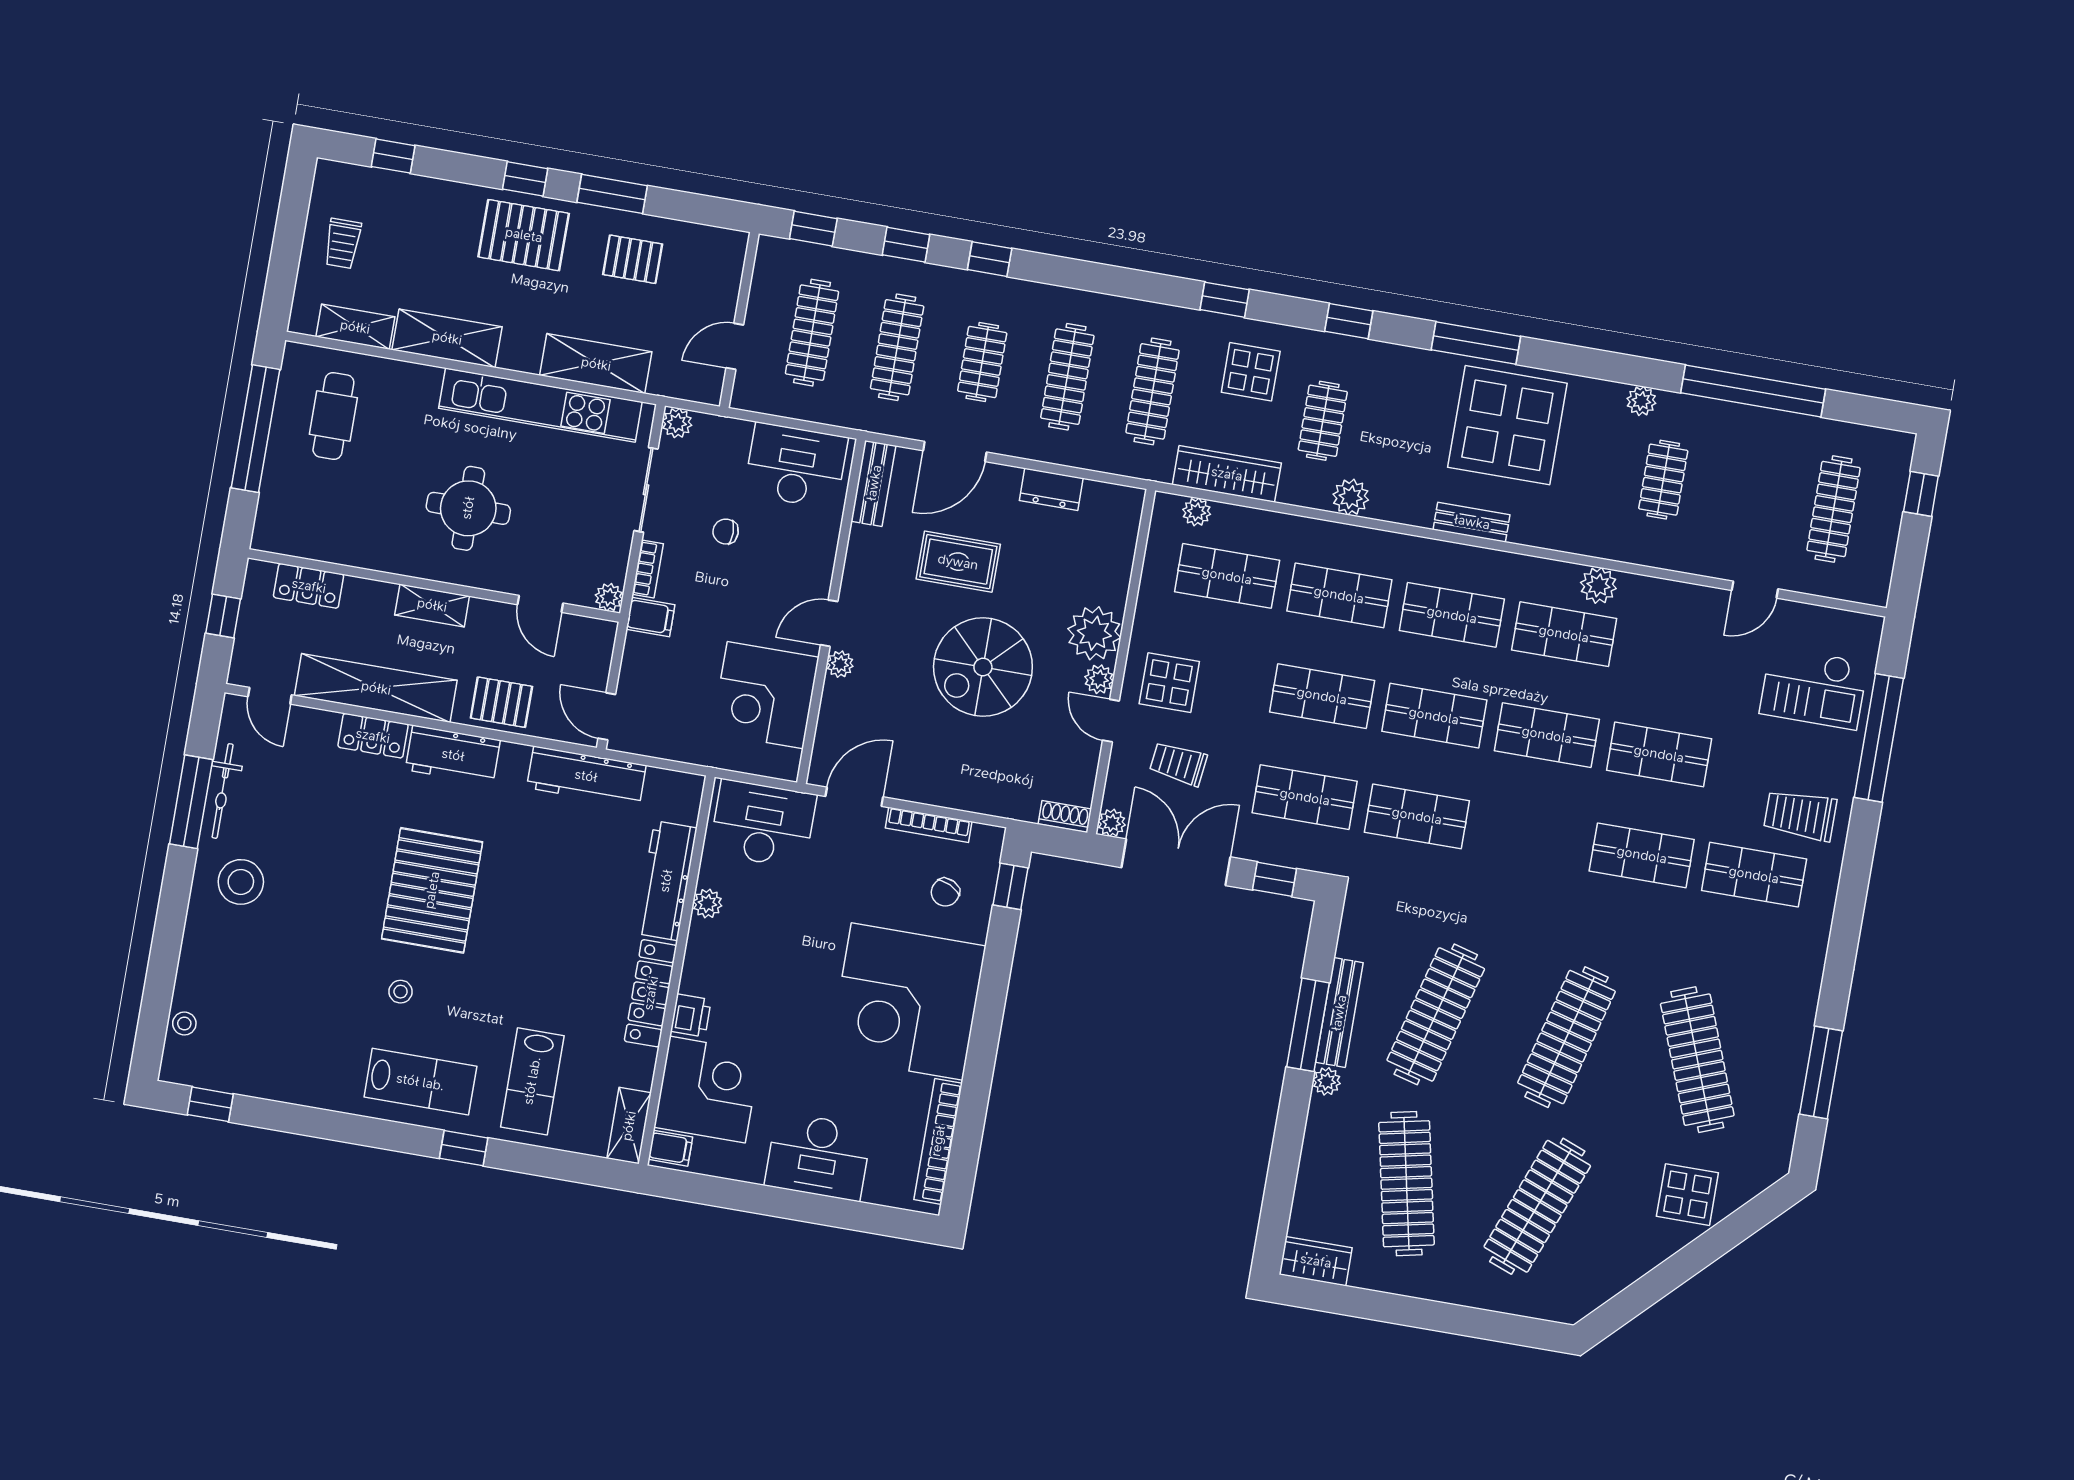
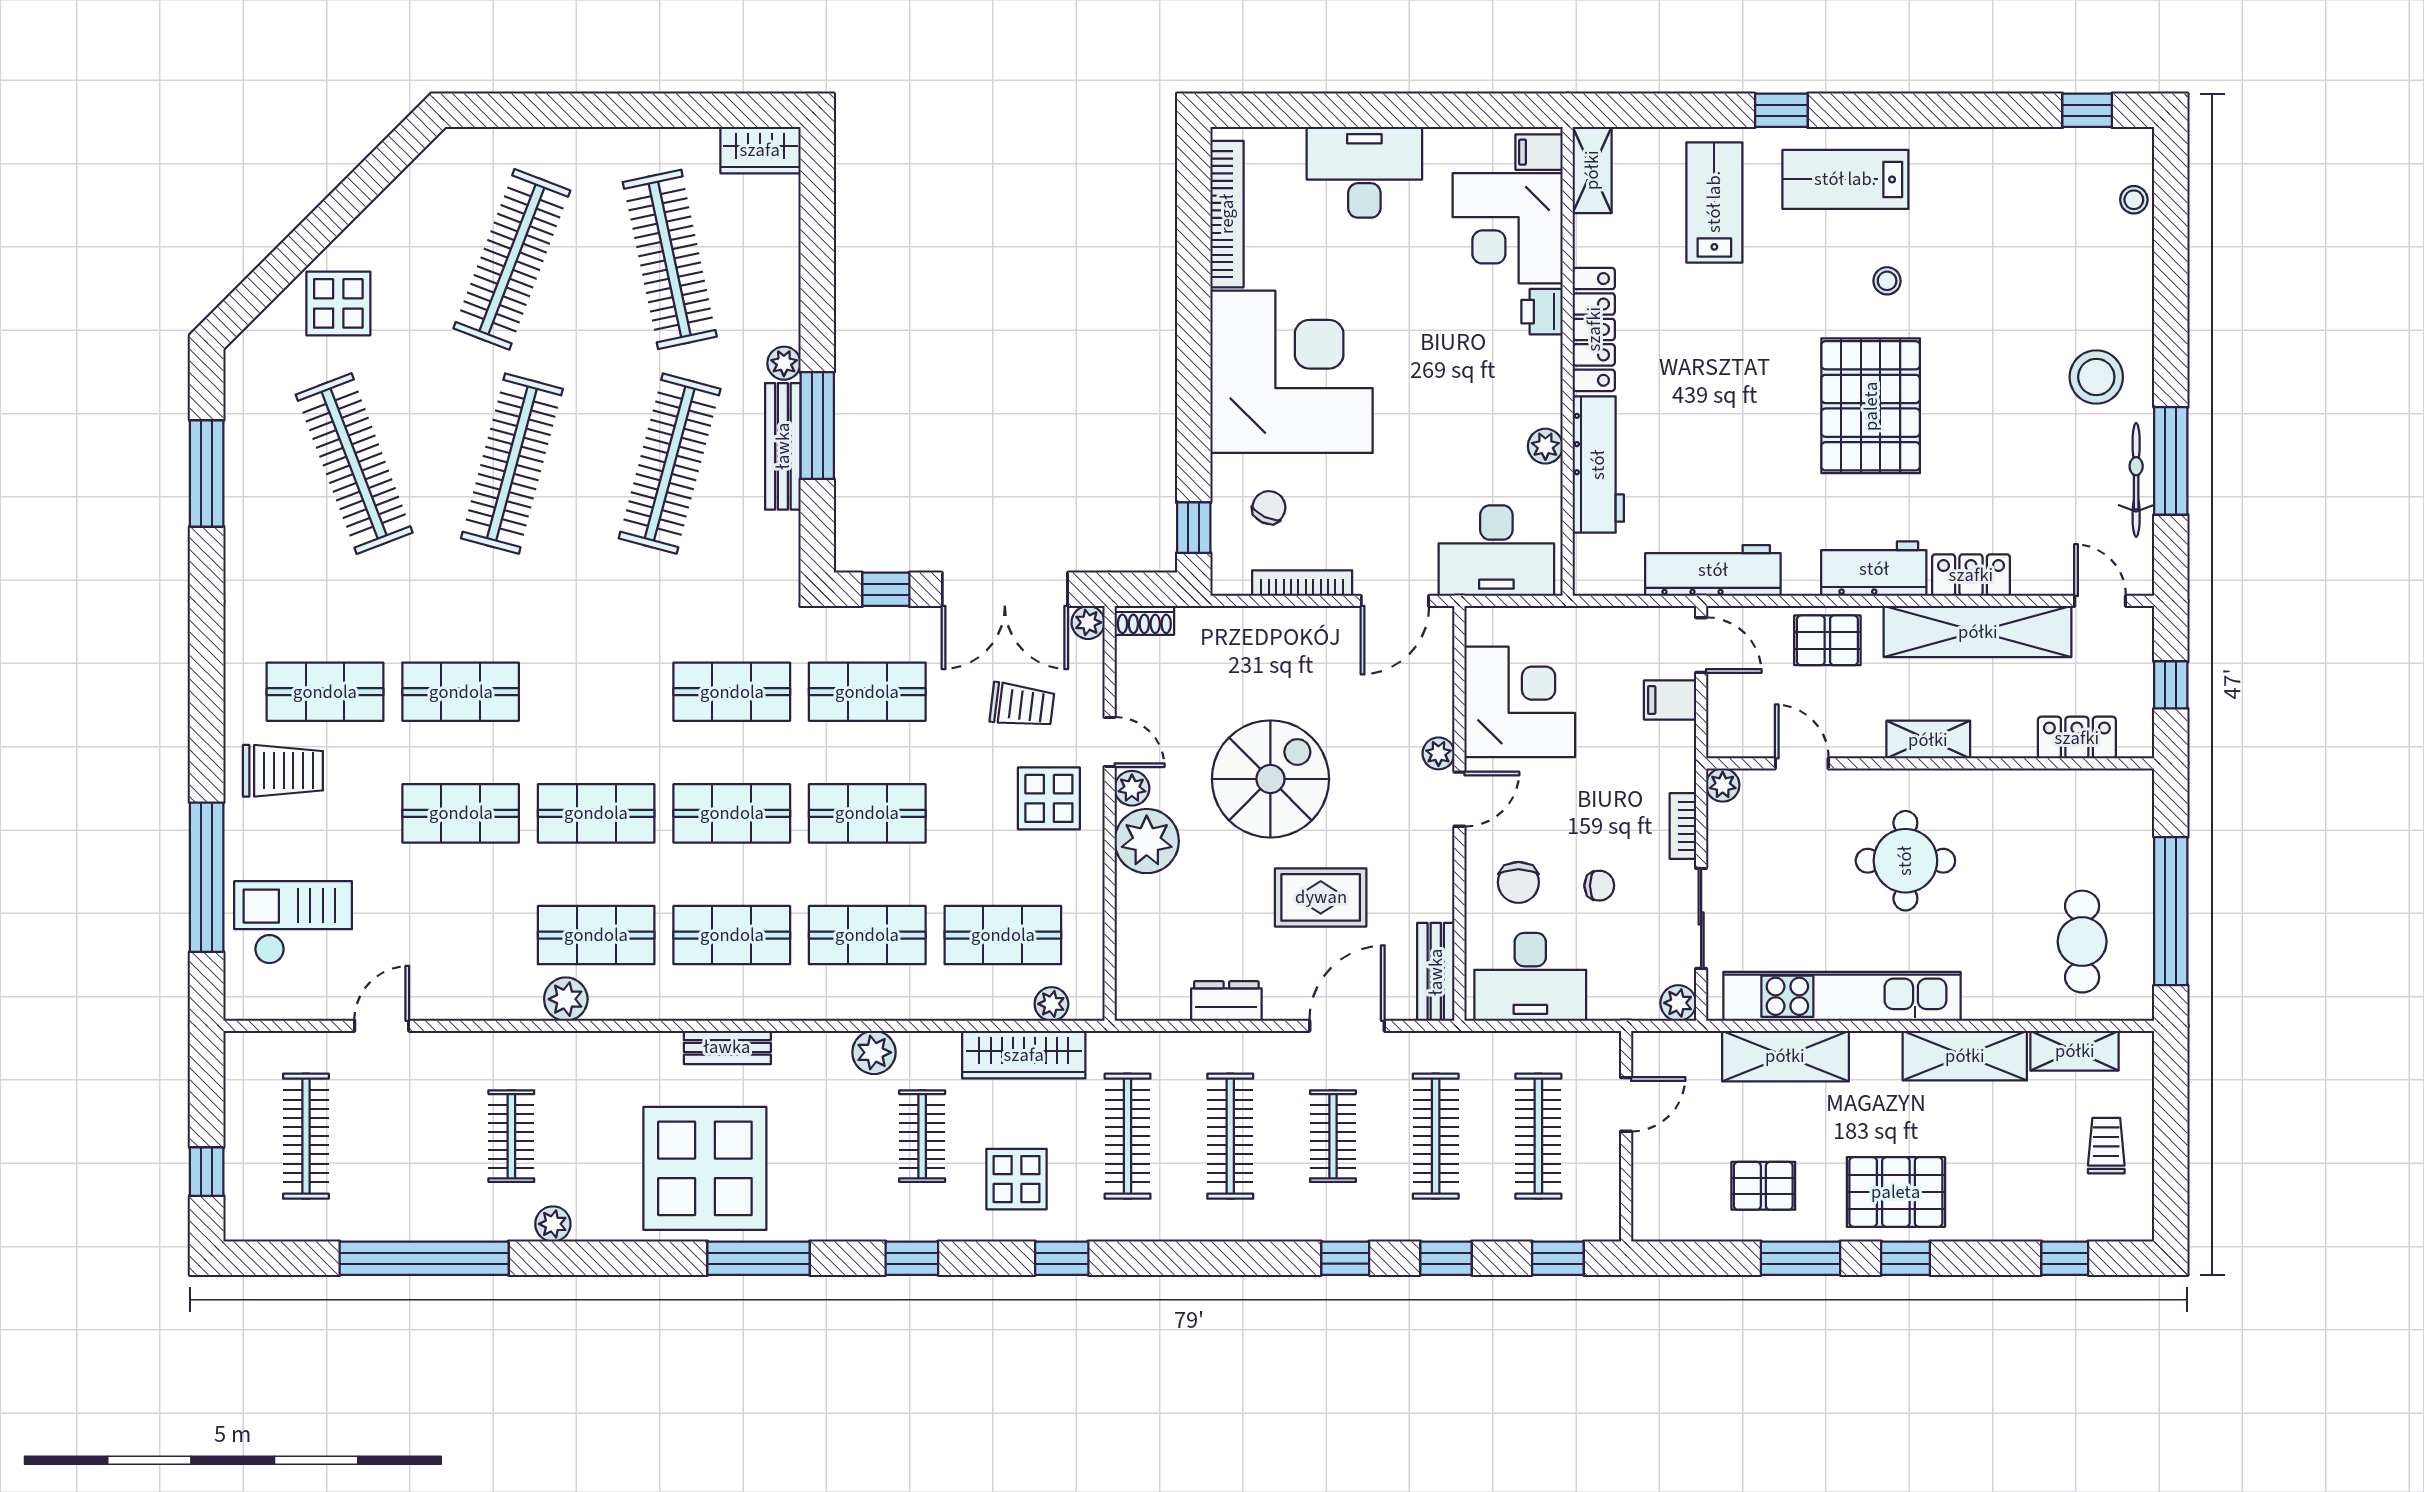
chair: (792, 546) -> (1518, 882), added
filing cabinet: (651, 617) -> (1670, 700), moved

